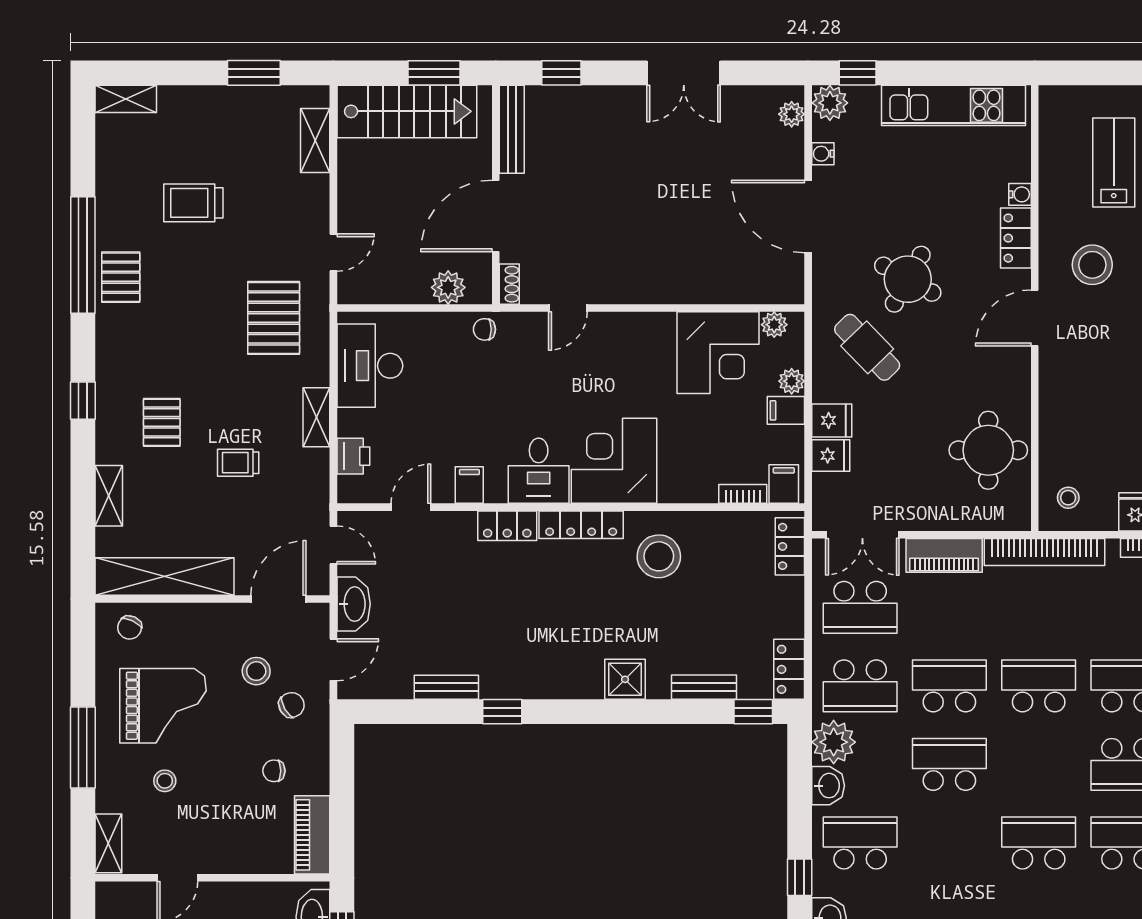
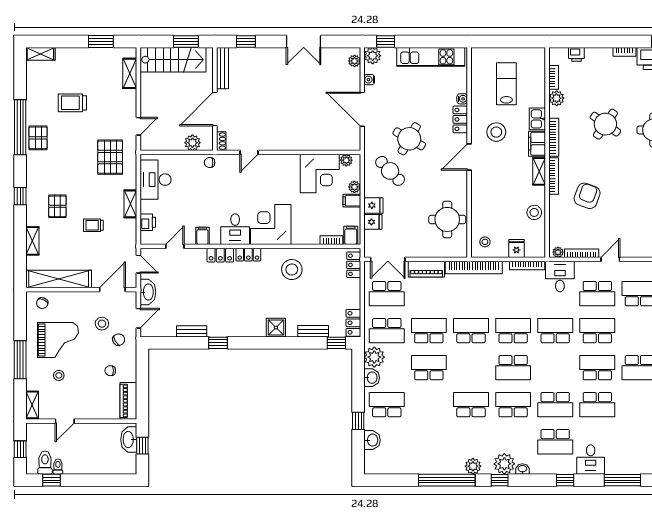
locker: (581, 525) -> (248, 255), width x0.66

